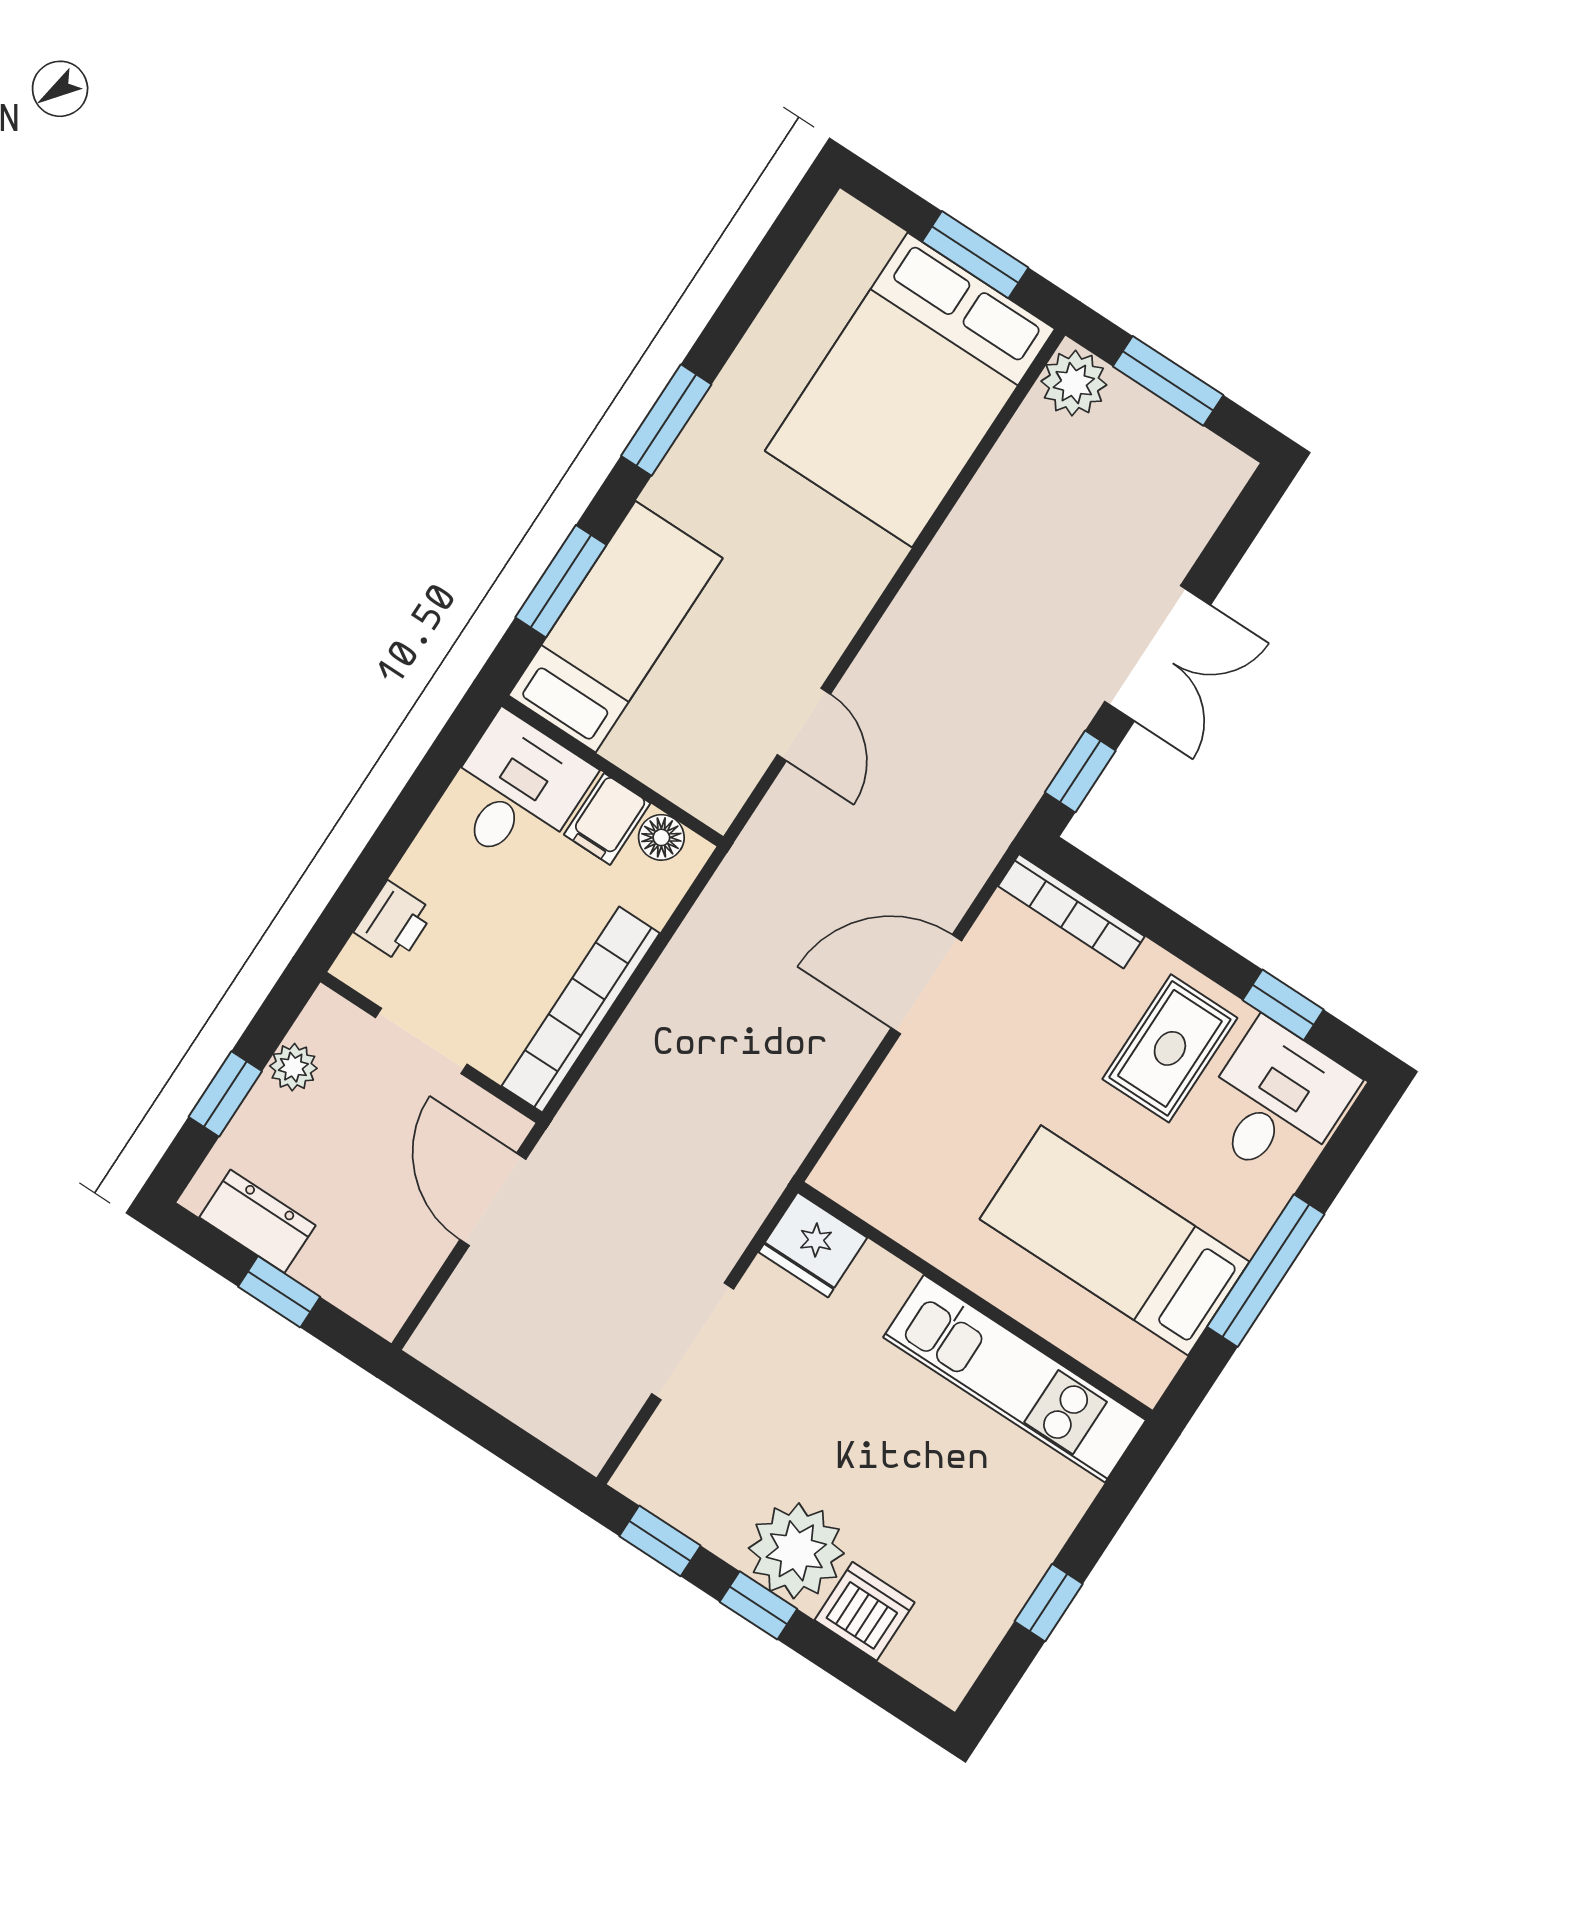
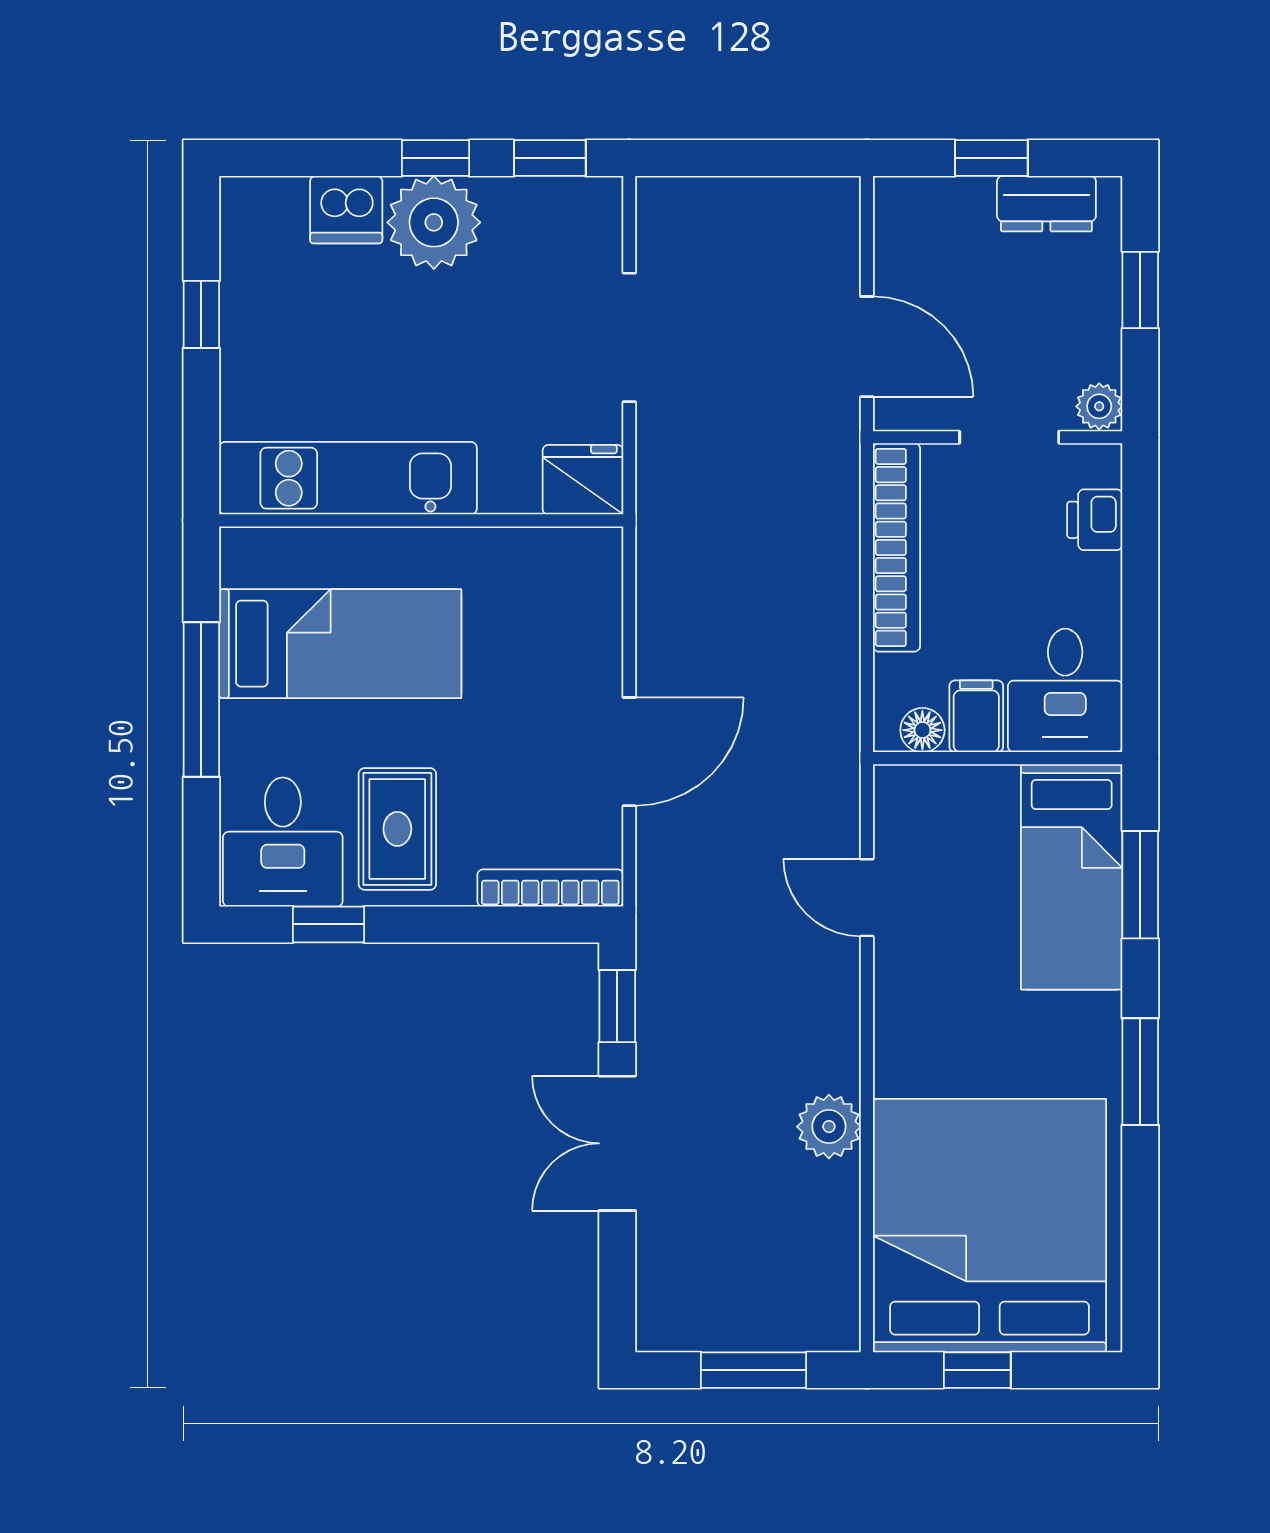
window: (975, 255) -> (977, 1370), width x0.67
plant: (1074, 383) -> (829, 1127), moved
bed: (910, 390) -> (989, 1226), width x1.36
plant: (293, 1067) -> (1099, 406), moved

